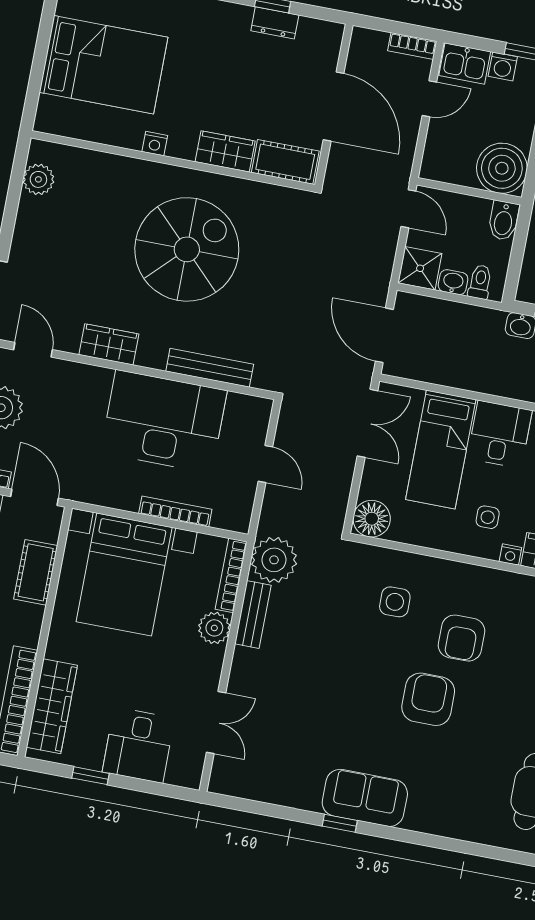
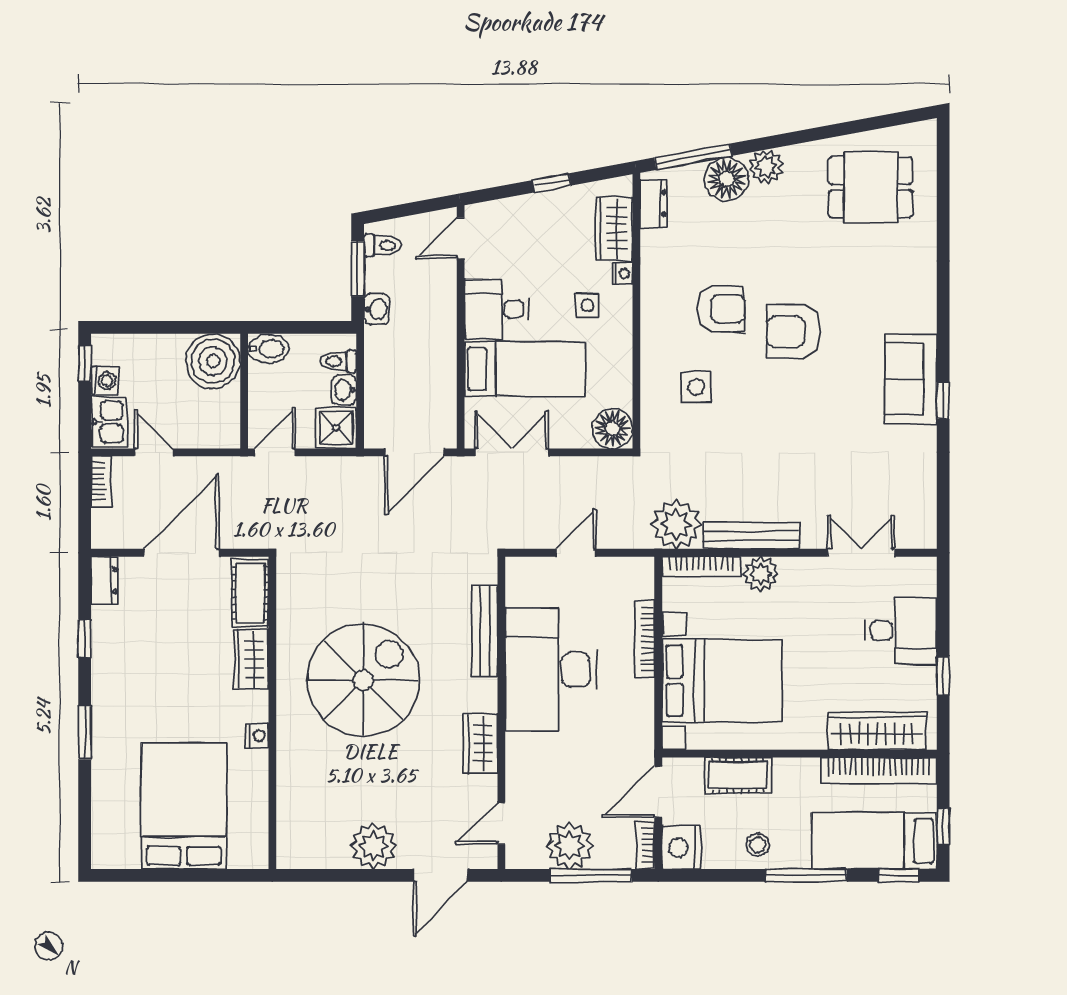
dresser: (275, 23) -> (104, 580), moved
plant: (38, 179) -> (373, 846), moved, width x1.36, depth x1.36
spiral stairs: (187, 249) -> (363, 680), turned 90
bench: (253, 615) -> (751, 536), width x1.36

